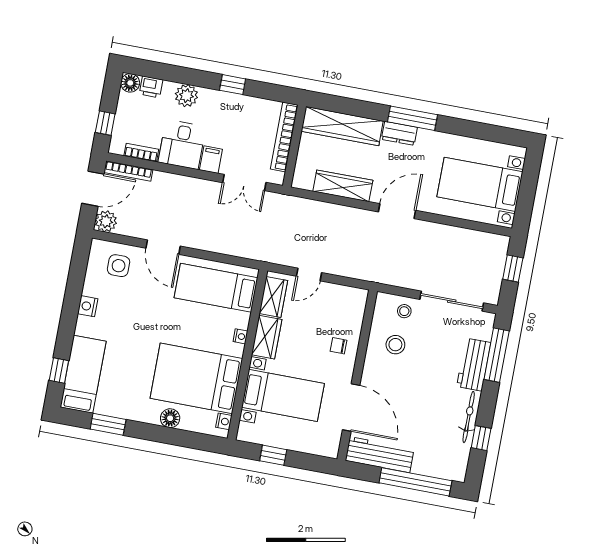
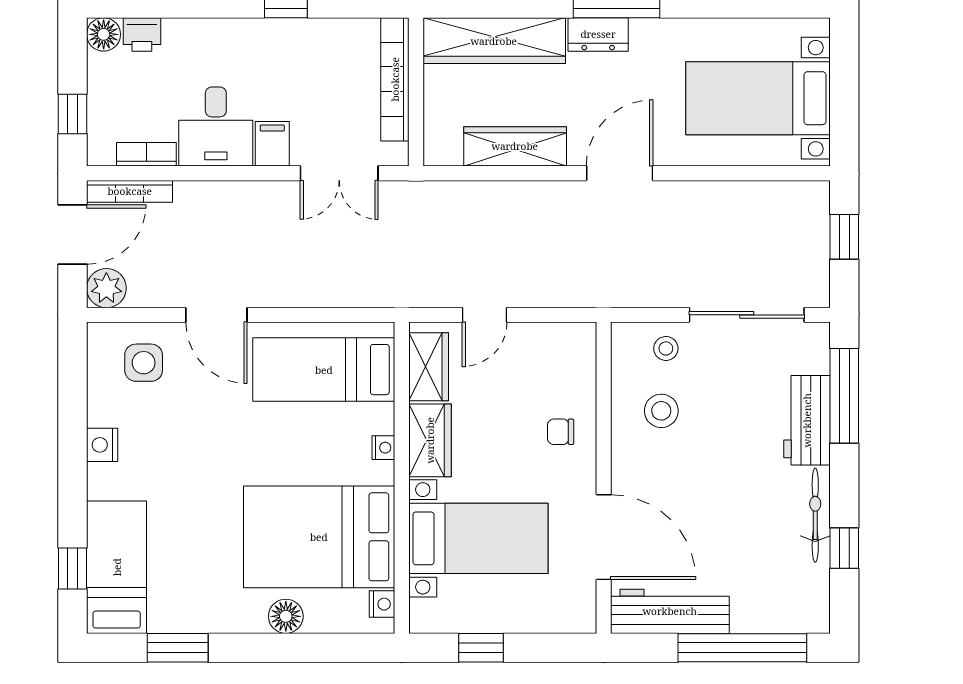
plant: (186, 96) -> (208, 38), removed

